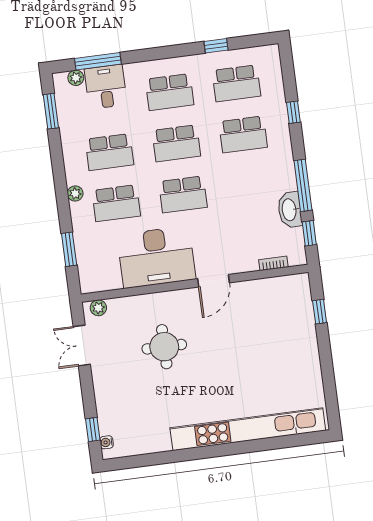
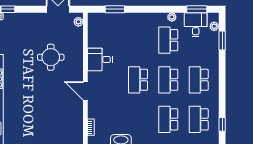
window: (216, 46) -> (222, 124), moved
window: (98, 61) -> (222, 40), width x0.69
desk: (106, 87) -> (196, 25), moved, turned -90
plant: (75, 194) -> (172, 17), moved
school desk: (116, 203) -> (138, 40), removed
desk: (156, 257) -> (100, 59), width x0.53, depth x0.77

